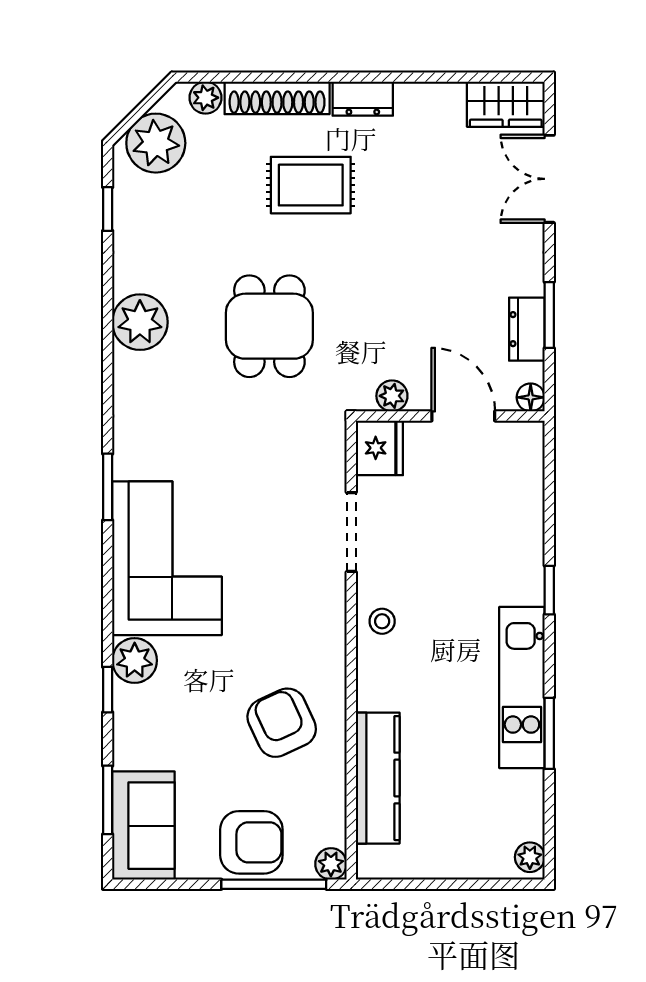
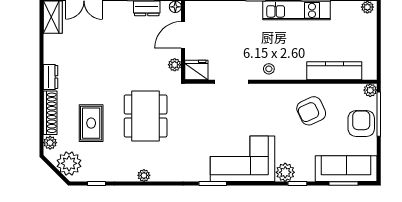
rug: (311, 185) -> (91, 123), moved
plant: (140, 322) -> (144, 175), width x0.53, depth x0.53
dining table: (269, 326) -> (146, 116), width x1.38
sofa: (143, 826) -> (346, 169), width x1.36

